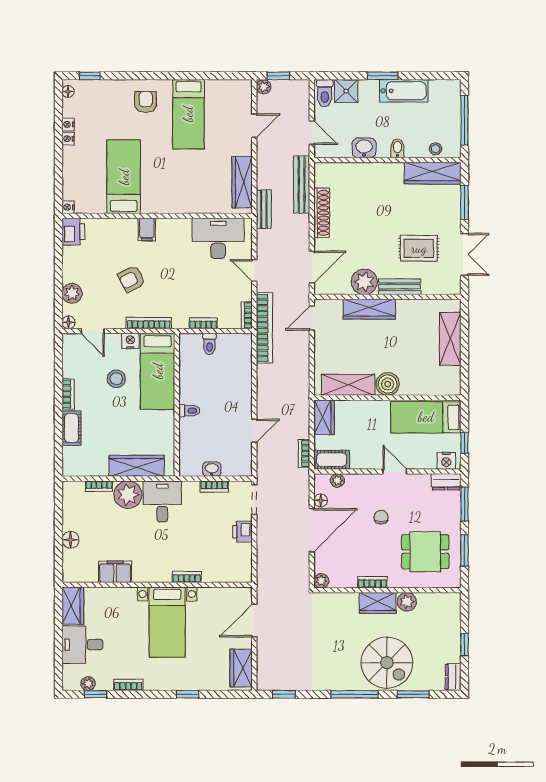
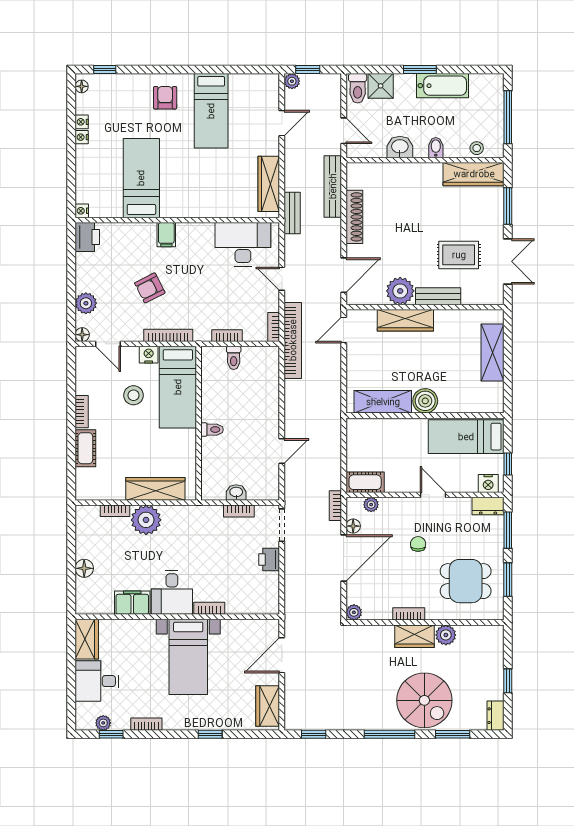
wardrobe: (324, 417) -> (357, 437), removed
bookcase: (304, 453) -> (335, 506), moved
desk: (162, 501) -> (172, 592), moved, turned 180

